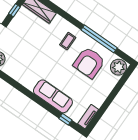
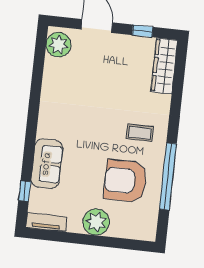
plant: (119, 67) -> (96, 222), moved
sofa: (53, 96) -> (47, 164), width x0.73

